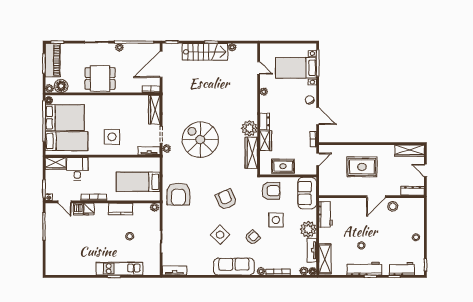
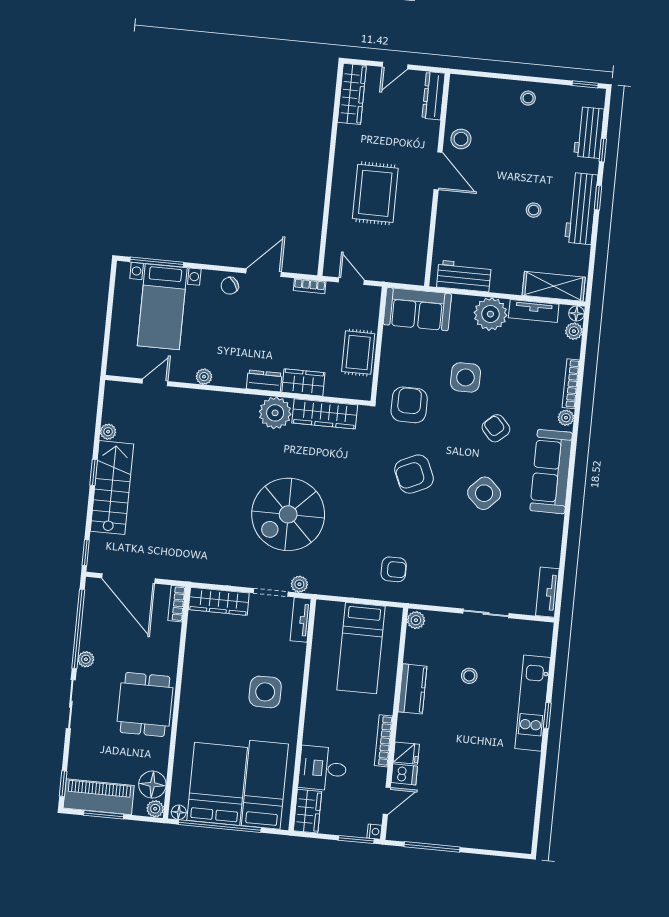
armchair: (271, 191) -> (409, 405), moved
armchair: (178, 194) -> (394, 569), width x0.53, depth x0.53

